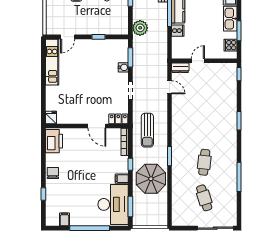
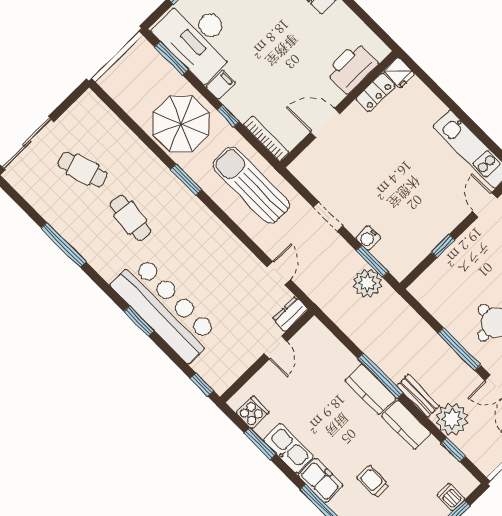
plant: (140, 28) -> (367, 283), moved
cooker: (178, 31) -> (344, 361), removed
door: (169, 87) -> (279, 273), swing flipped
bar counter: (225, 116) -> (165, 309), added
locker: (118, 119) -> (375, 92), moved
sun lounger: (147, 130) -> (251, 185), width x1.36, depth x1.34
printer: (54, 141) -> (352, 68), moved, turned 90

